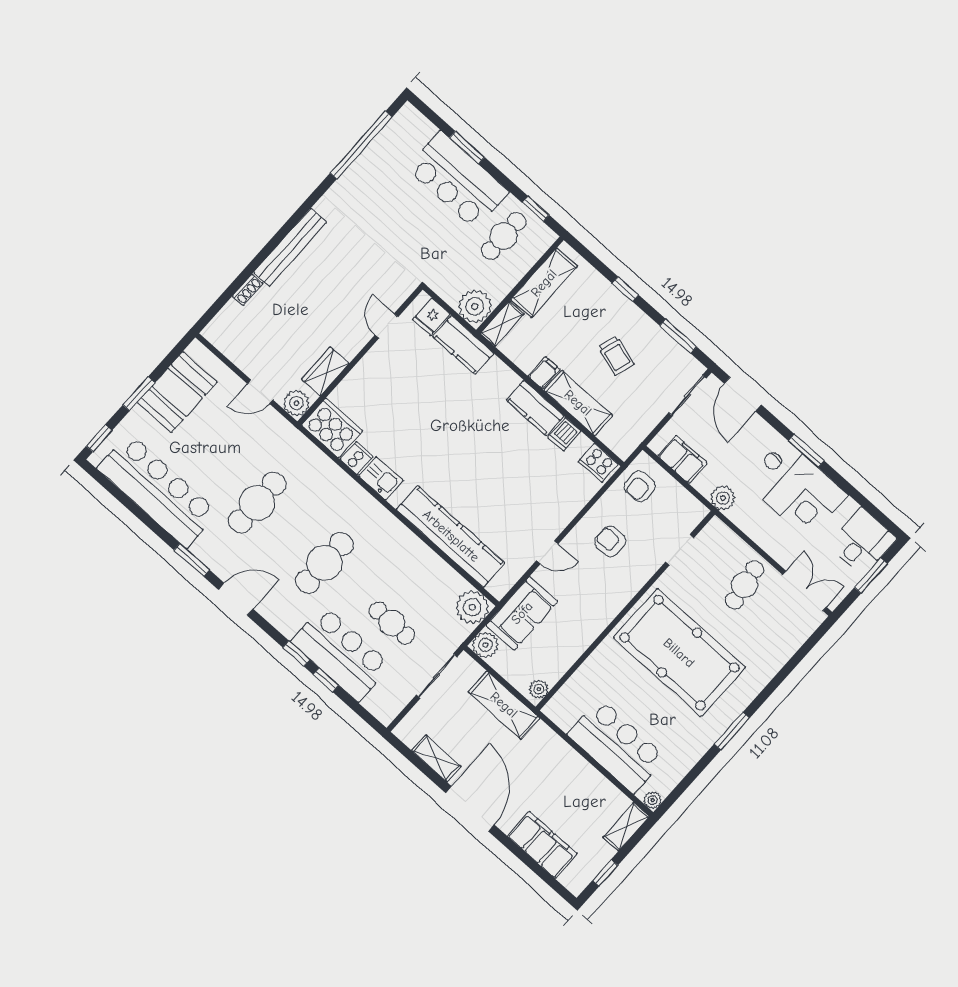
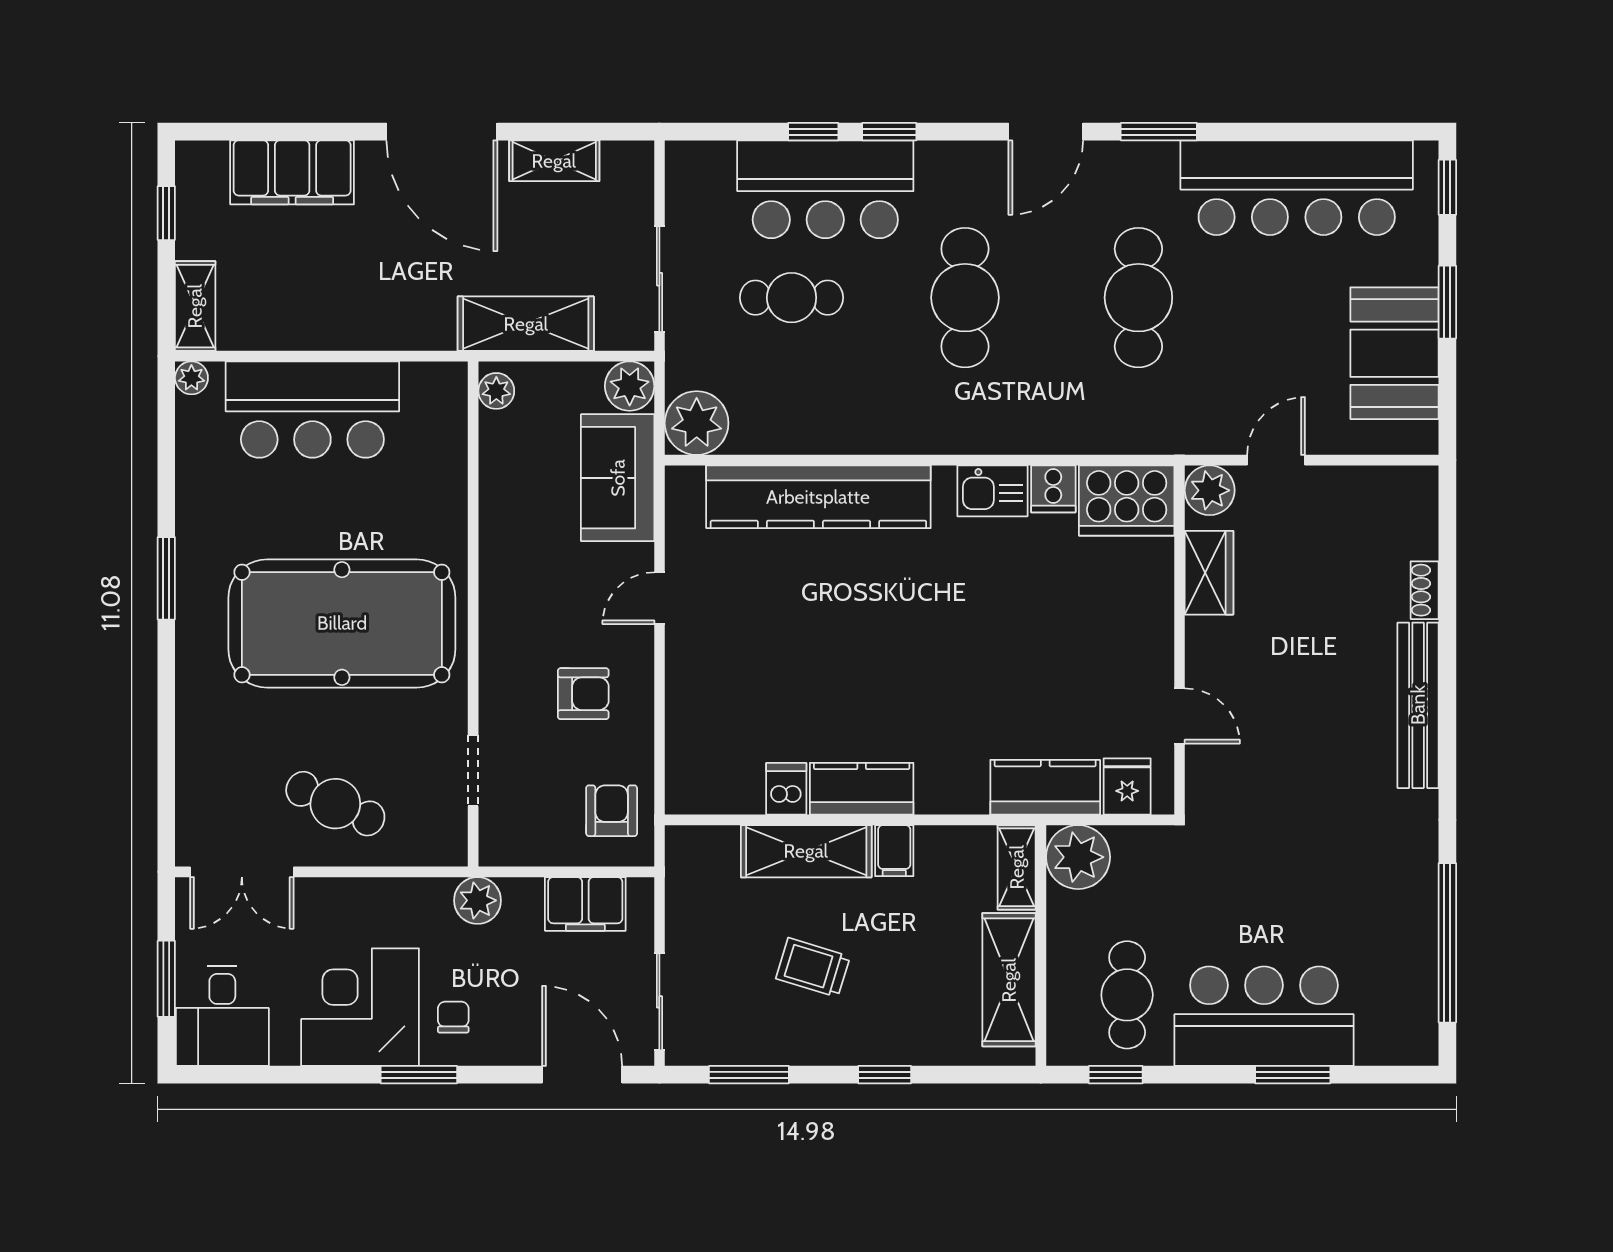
cooker: (598, 463) -> (701, 791), removed
cafe table: (745, 585) -> (335, 804), turned -57

